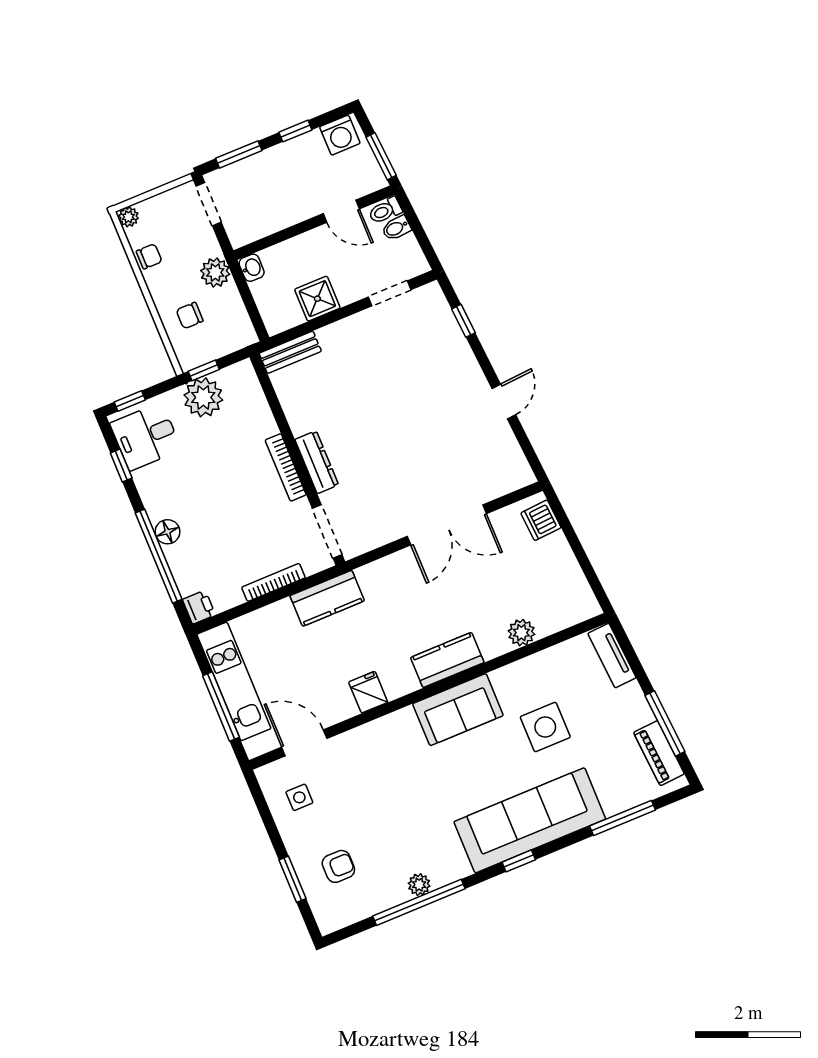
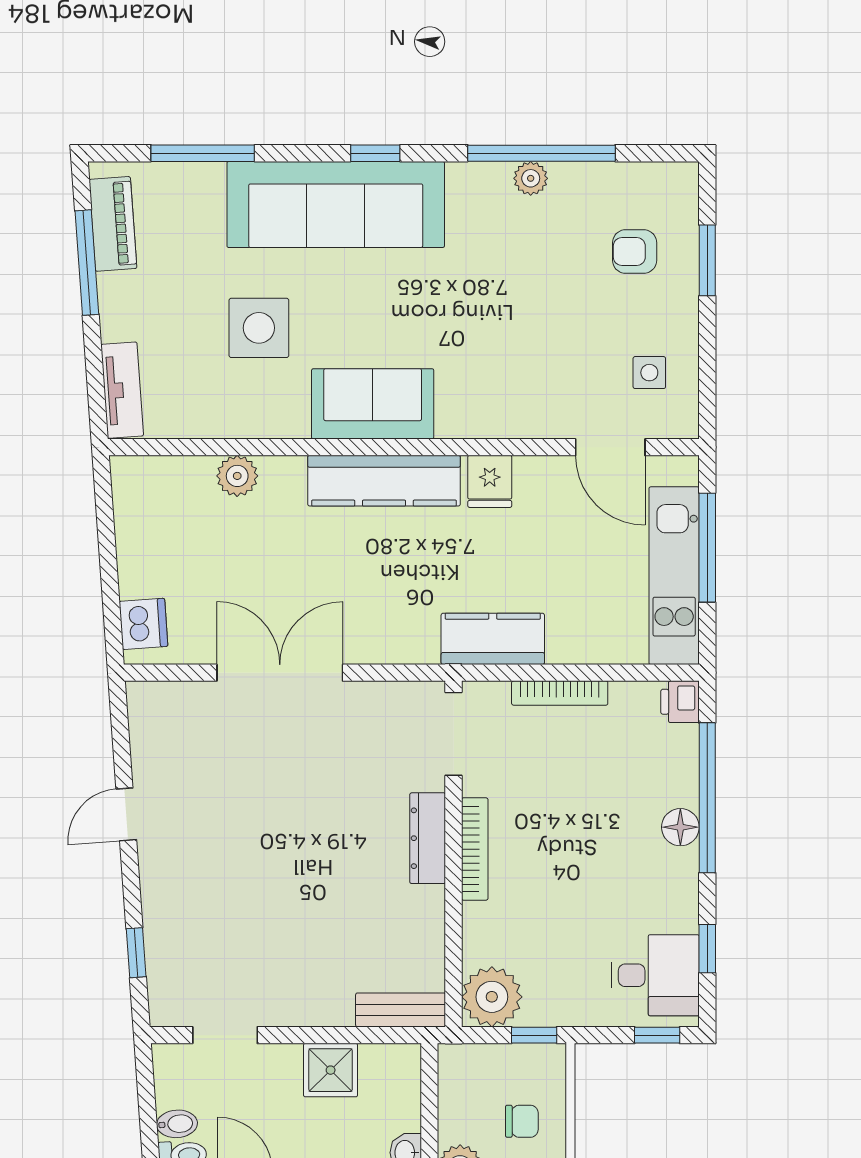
plant: (203, 397) -> (492, 997), moved
kitchen counter: (447, 660) -> (384, 481), width x1.50

